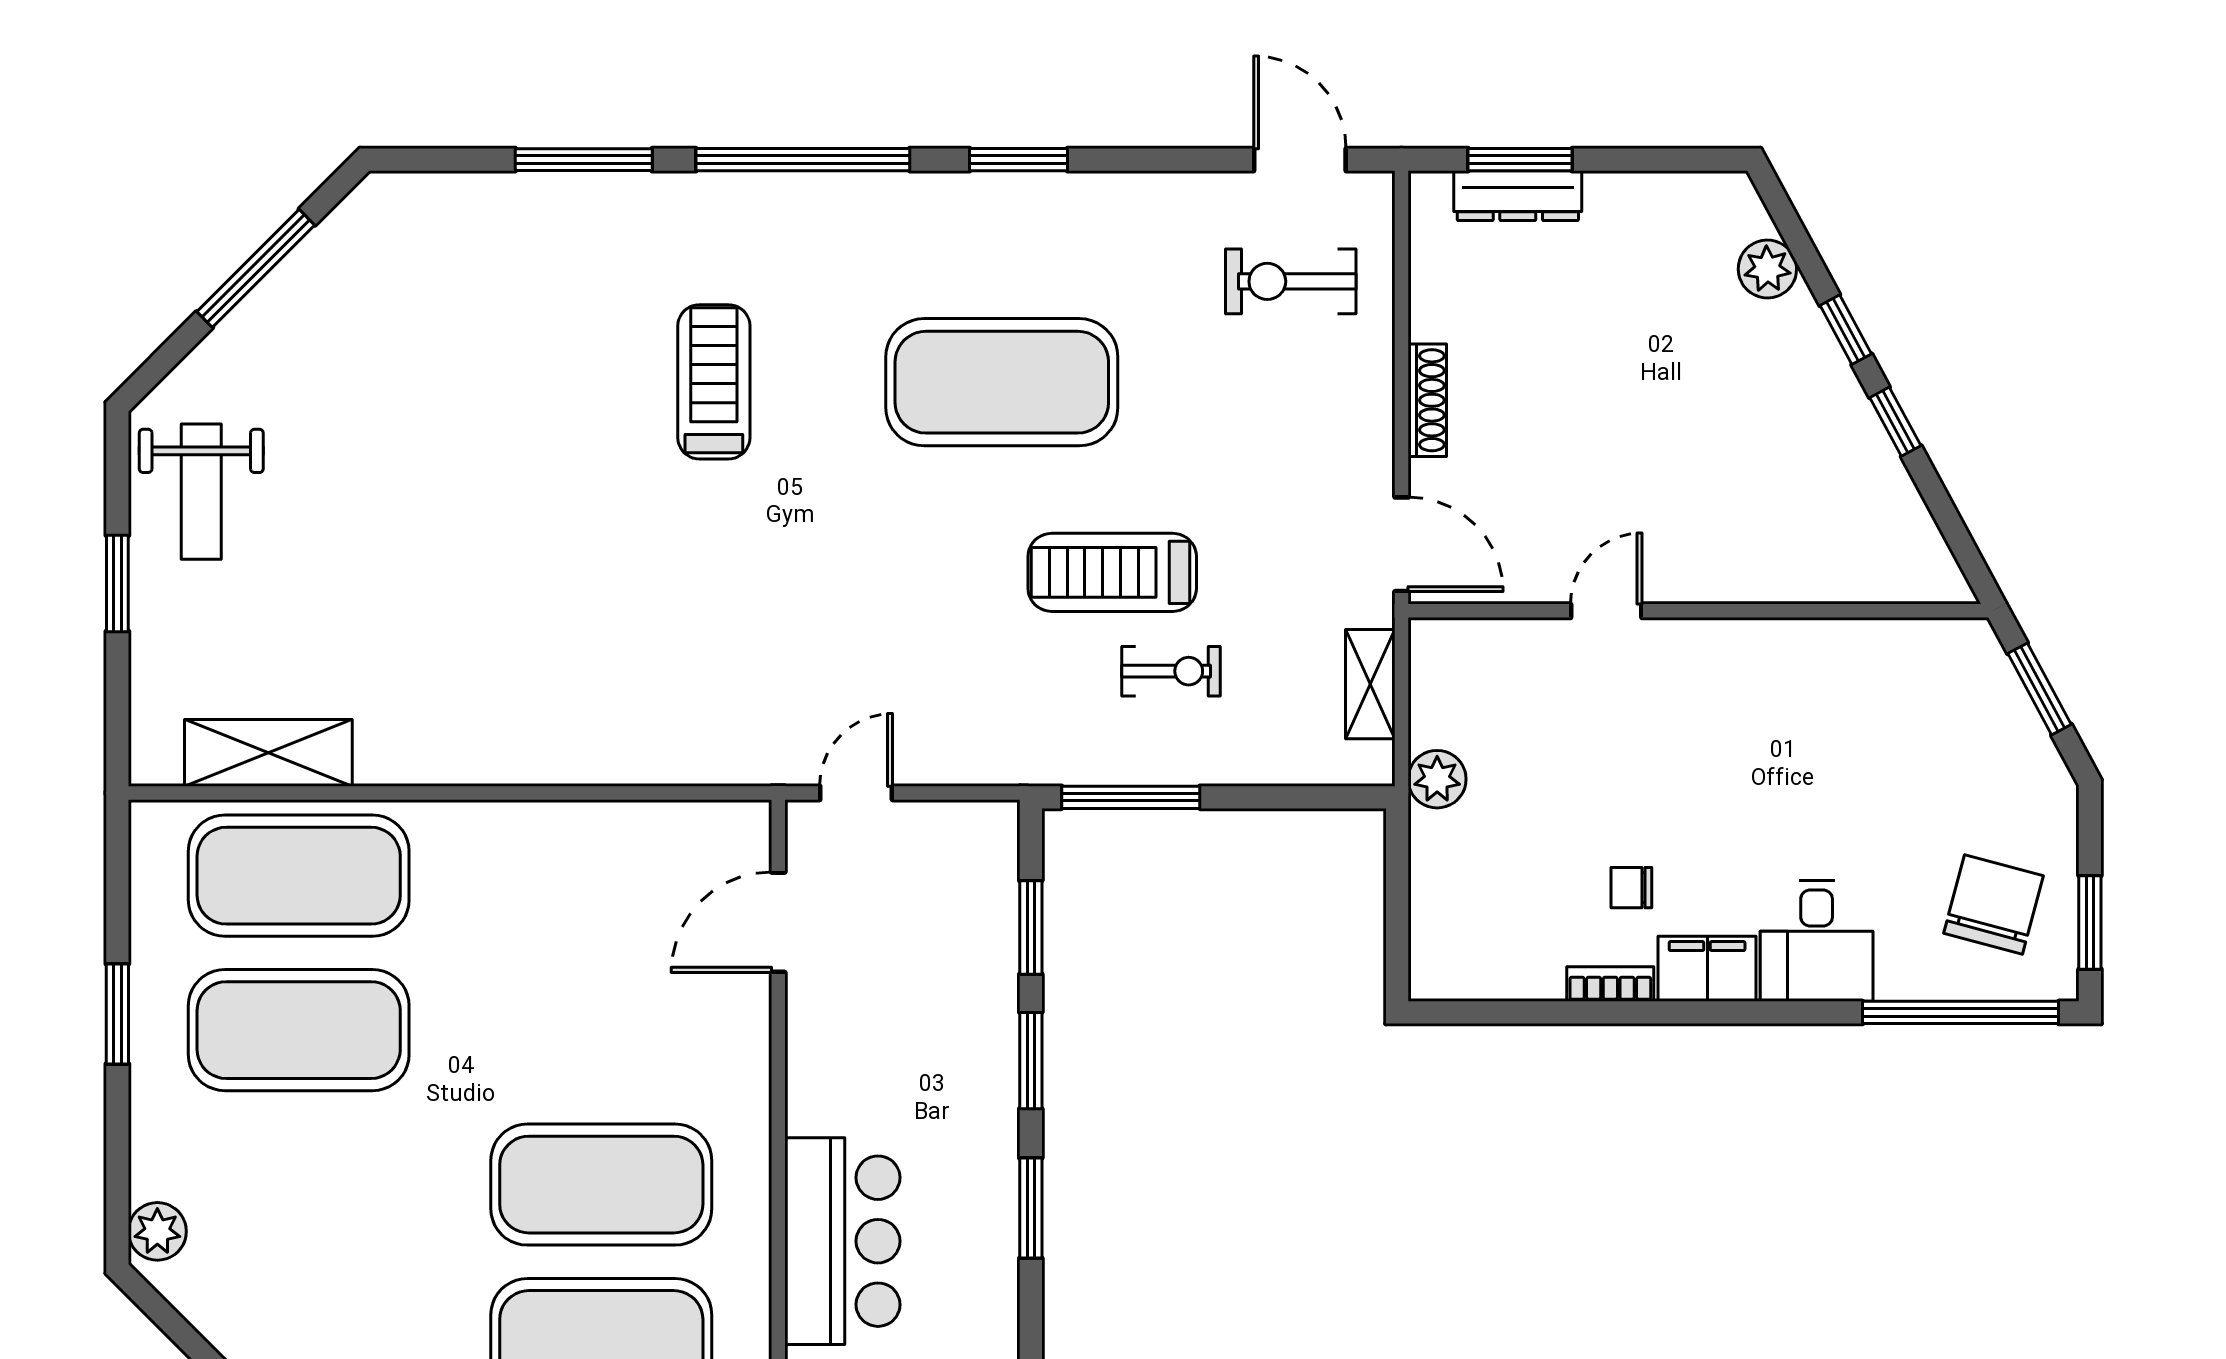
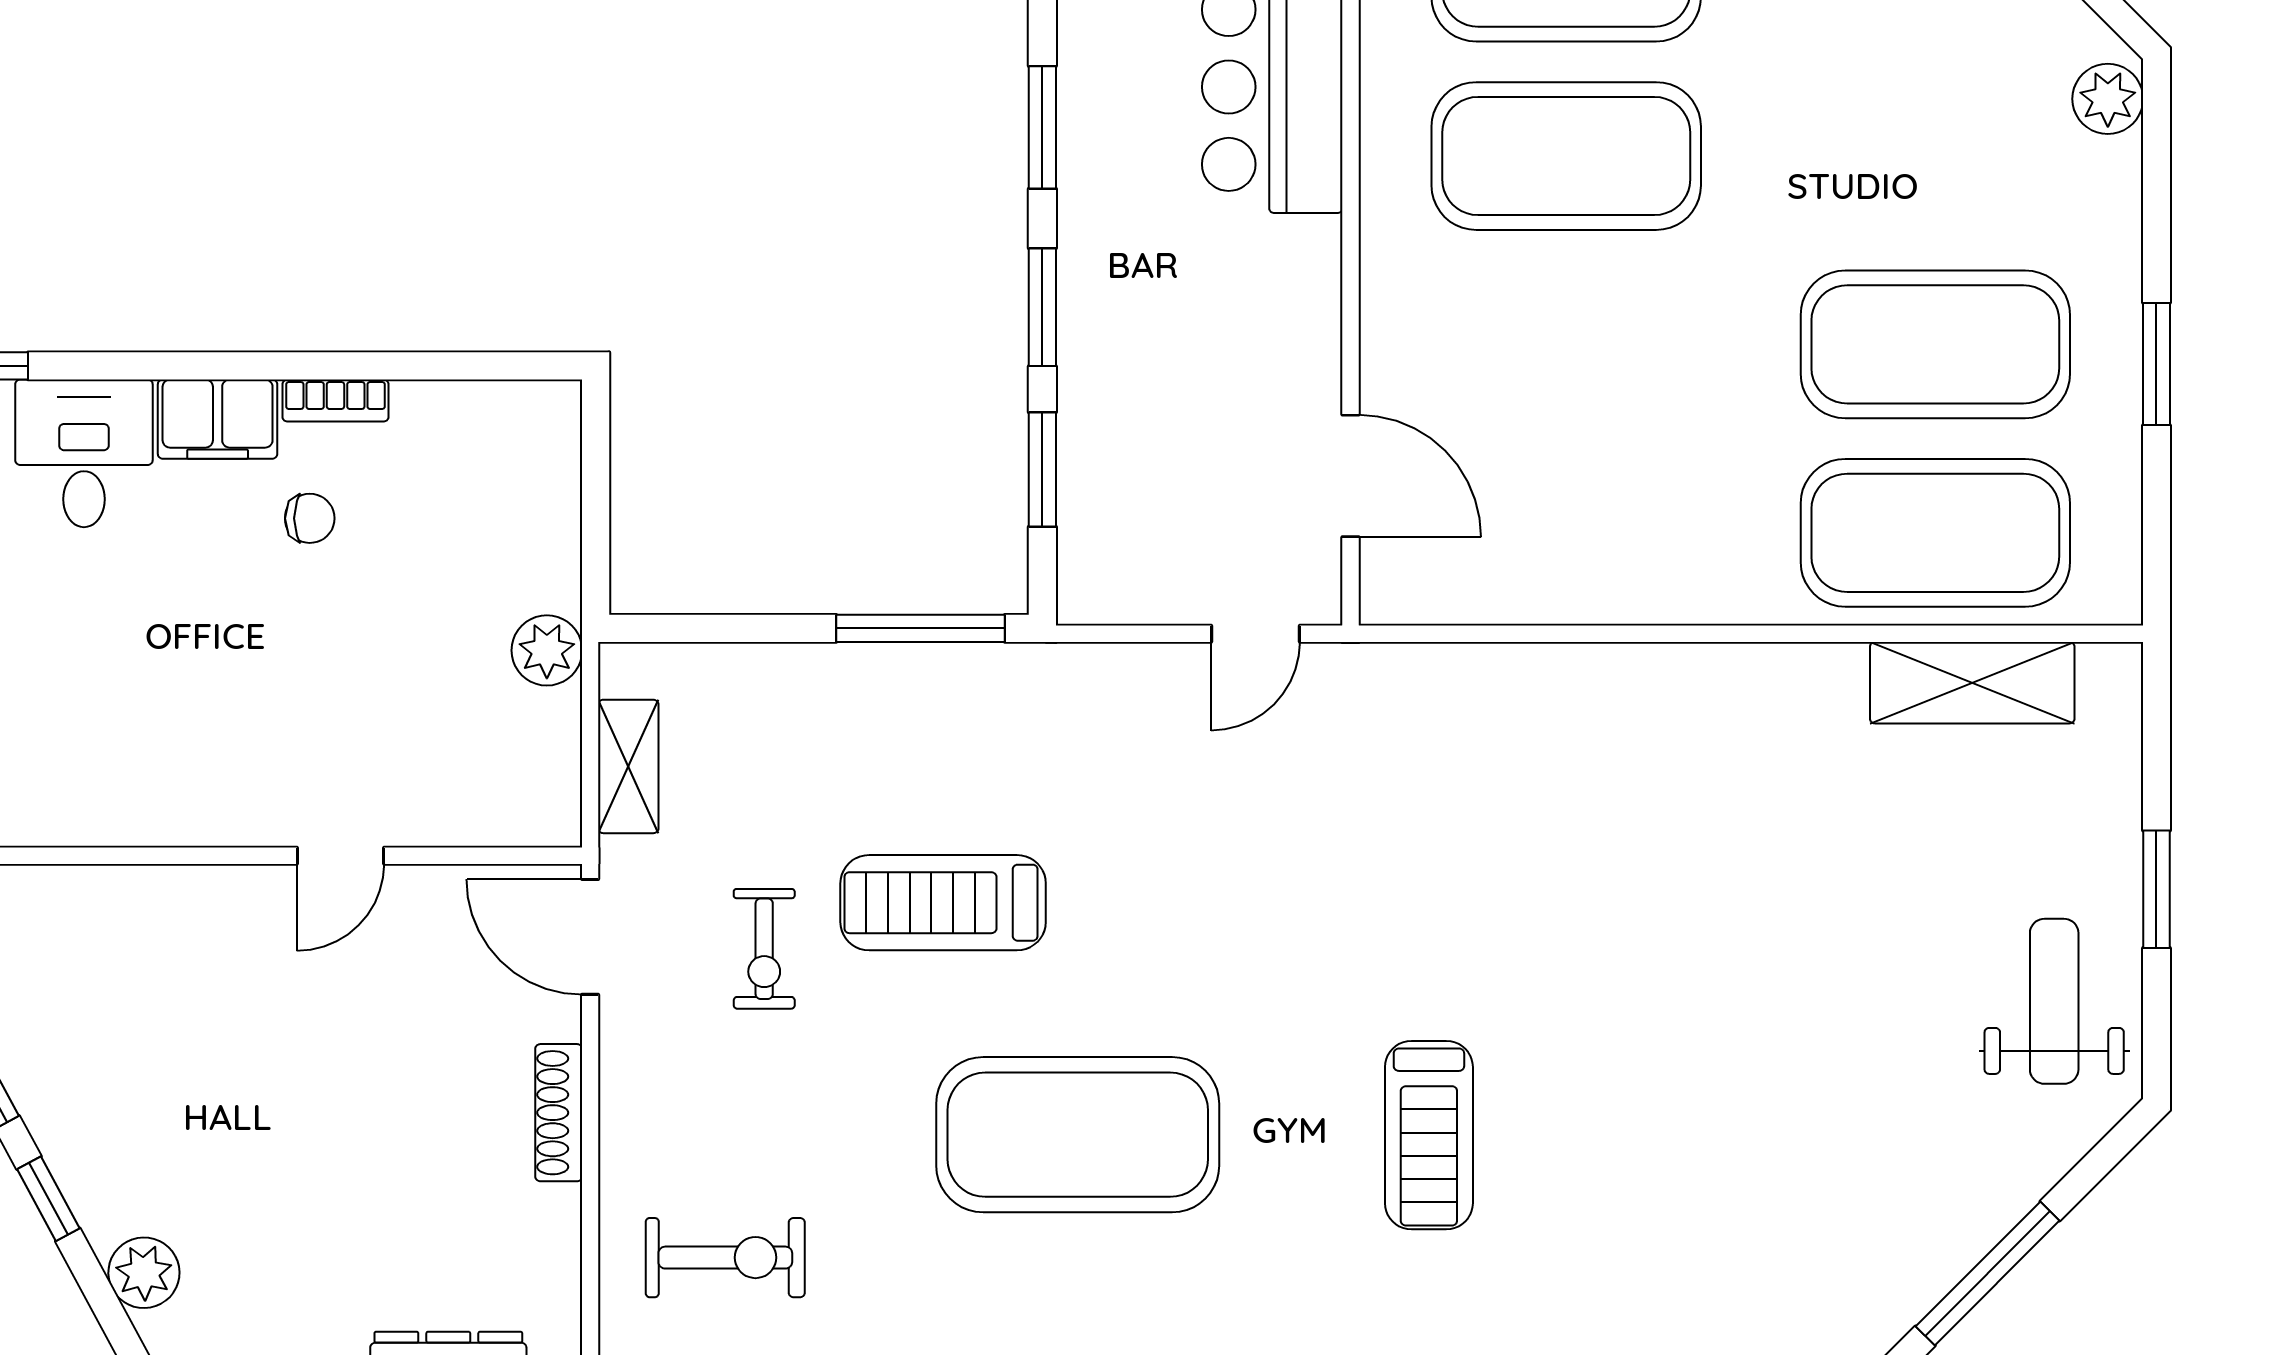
treadmill: (1112, 572) -> (943, 903), turned 180
exercise bike: (1171, 671) -> (764, 949), moved, turned -90
door: (778, 922) -> (1350, 476), hinge flipped

